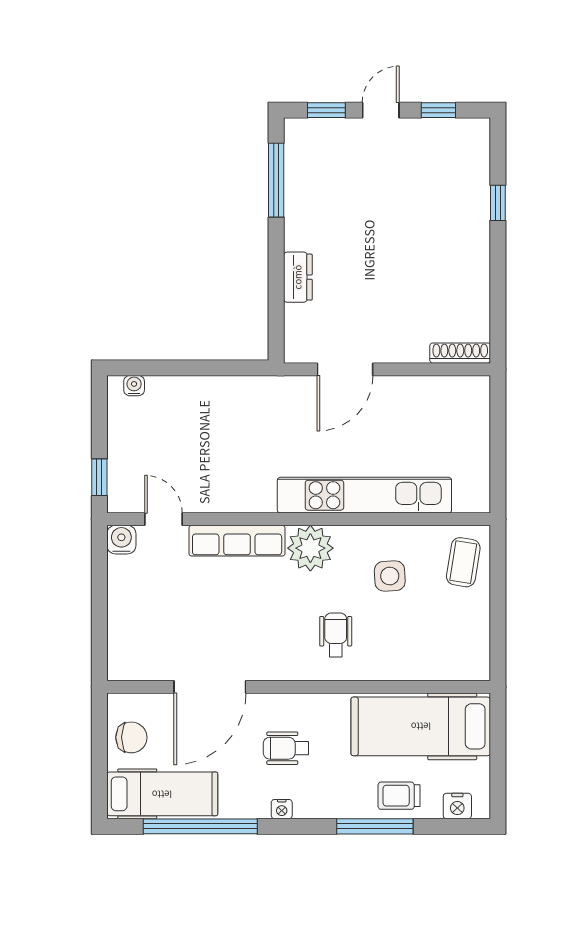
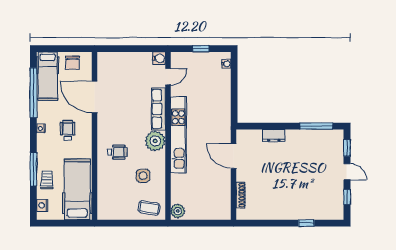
shoe rack: (460, 353) -> (241, 195), moved
window: (99, 477) -> (201, 49), moved
kitchen unit: (364, 495) -> (178, 135), moved
plant: (470, 497) -> (178, 211), added

